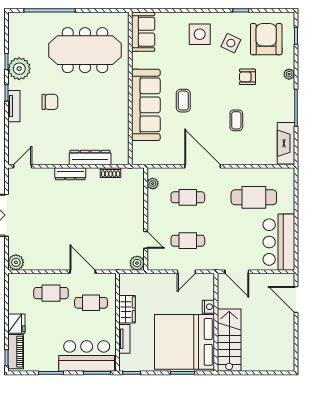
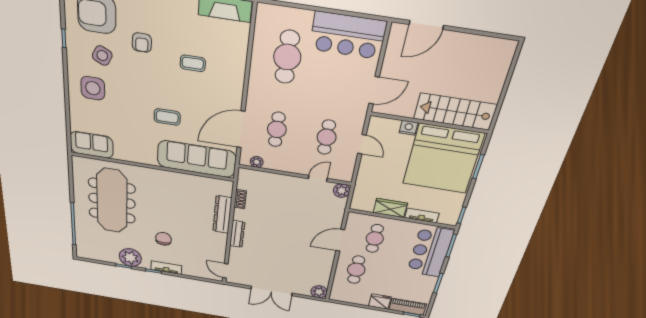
sofa: (146, 105) -> (197, 159), moved
door: (203, 166) -> (241, 129), moved

